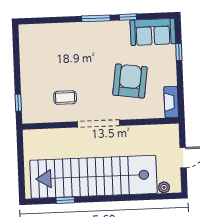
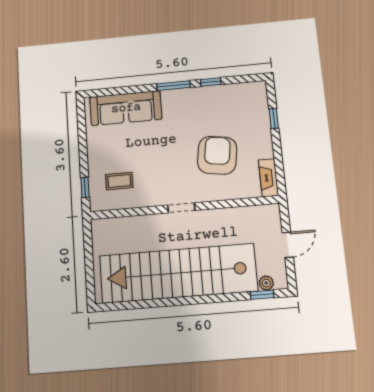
sofa: (153, 32) -> (126, 108), moved, width x1.36
coffee table: (65, 98) -> (119, 181), moved
doorway: (98, 124) -> (181, 208), width x0.53
window: (65, 200) -> (262, 295), moved

